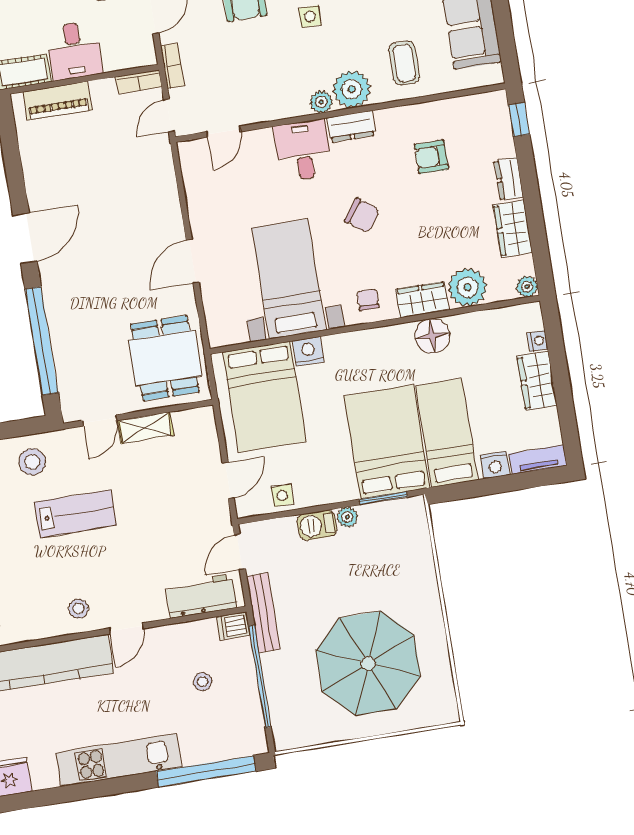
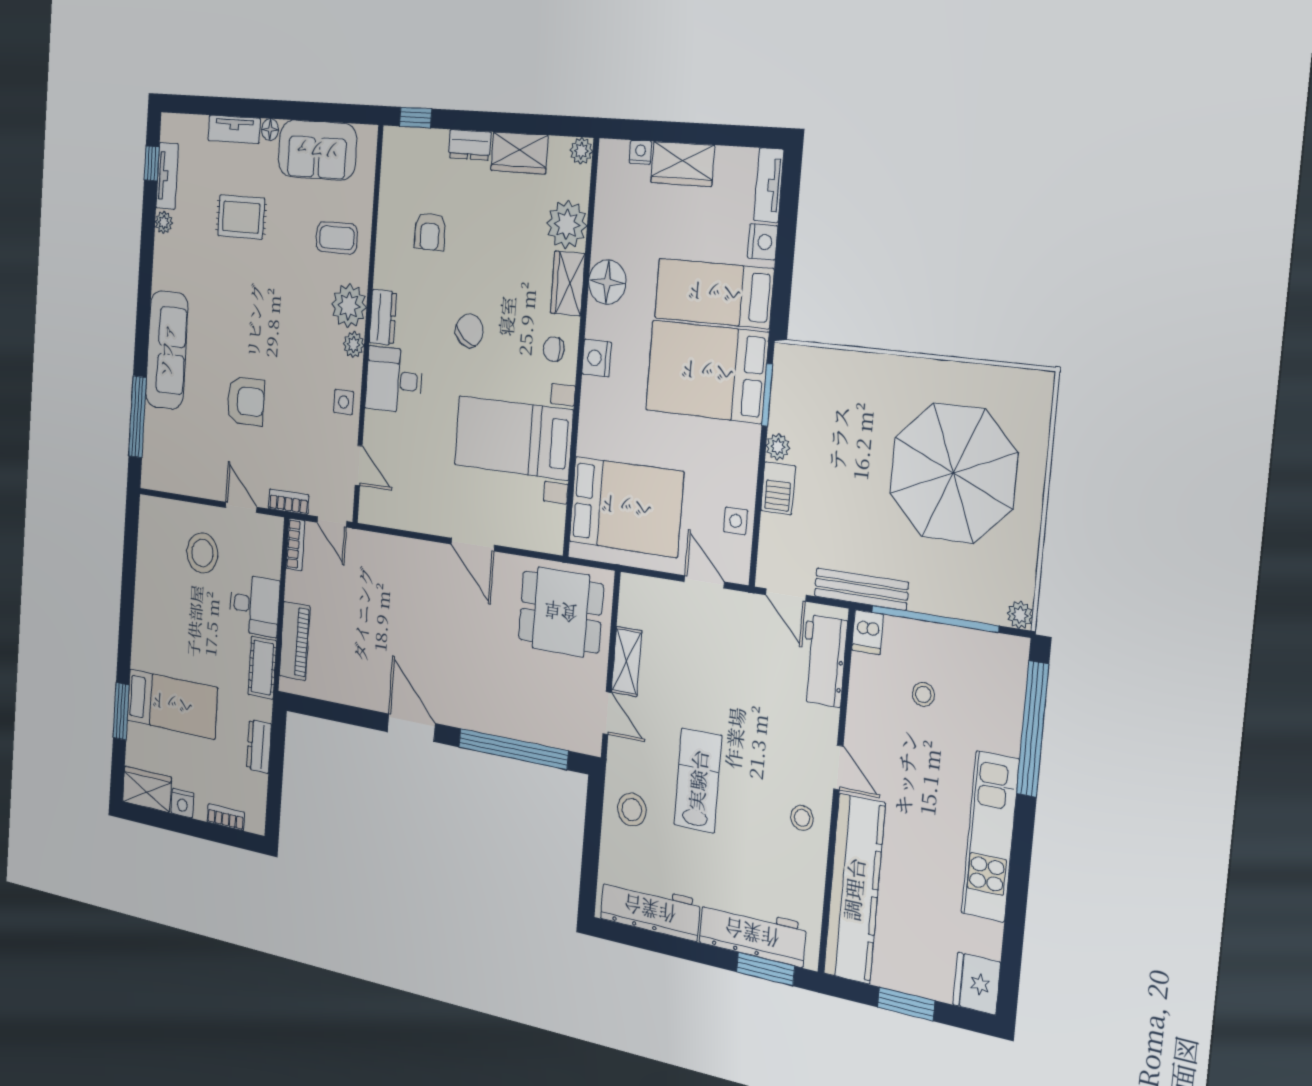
side table: (310, 16) -> (344, 402), moved
nightstand: (308, 351) -> (597, 358), moved
plant: (283, 740) -> (1020, 615), added

